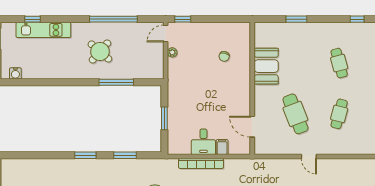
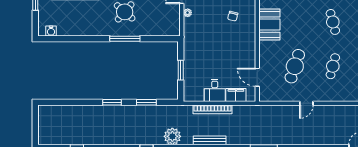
window: (116, 82) -> (125, 39), moved
cafe table: (295, 114) -> (295, 66), turned 39
filing cabinet: (222, 147) -> (236, 95), width x2.00
door: (309, 157) -> (306, 103), hinge flipped

